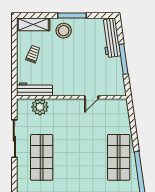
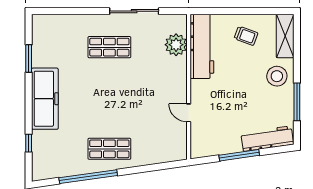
window: (72, 15) -> (297, 102), moved
workbench: (35, 89) -> (202, 46), width x1.36, depth x1.32
shop shelf: (42, 157) -> (109, 47), width x0.70, depth x0.74
shop shelf: (119, 157) -> (109, 149), width x0.70, depth x0.74

